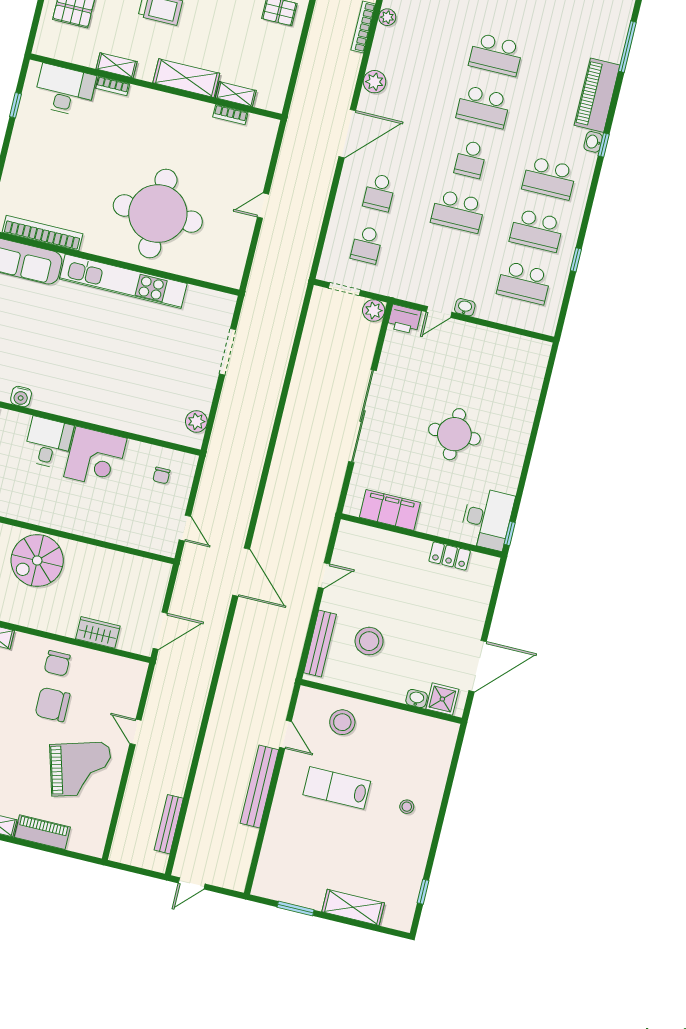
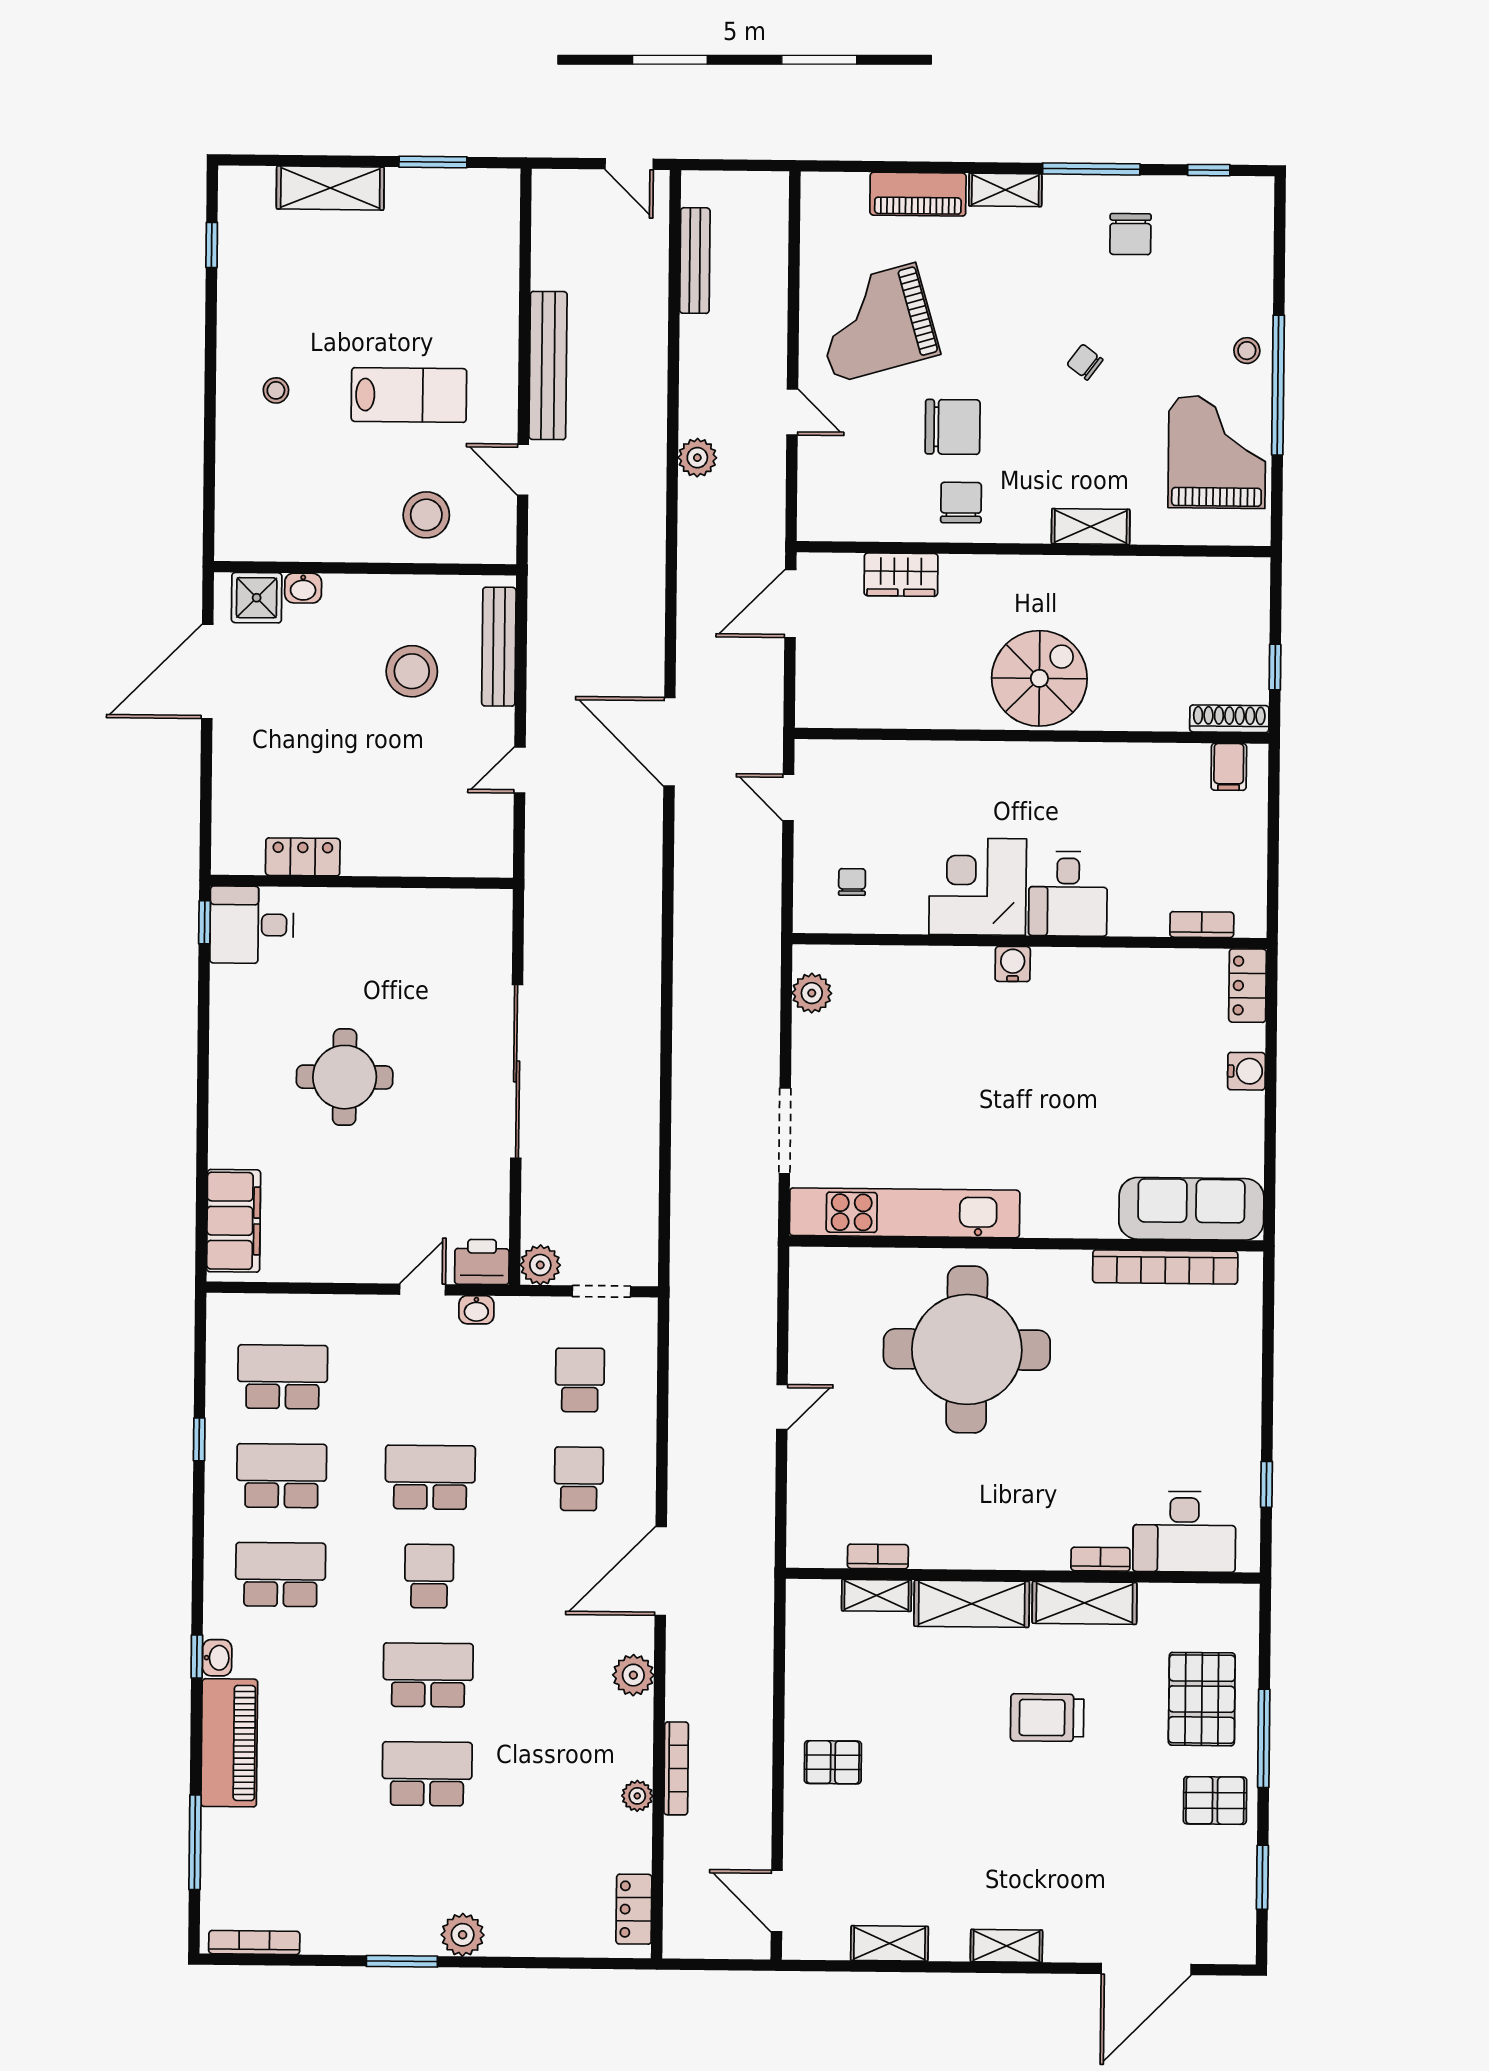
shelving: (117, 65) -> (1084, 1603), width x1.50, depth x1.33
kitchen unit: (123, 281) -> (905, 1213), moved
washbasin: (465, 307) -> (476, 1310), moved
water cooler: (21, 397) -> (1013, 964), moved
filing cabinet: (390, 510) -> (234, 1221), moved, turned -90
desk: (487, 519) -> (252, 925), width x0.73
plant: (192, 719) -> (697, 458), added
door: (192, 883) -> (629, 164), swing flipped

